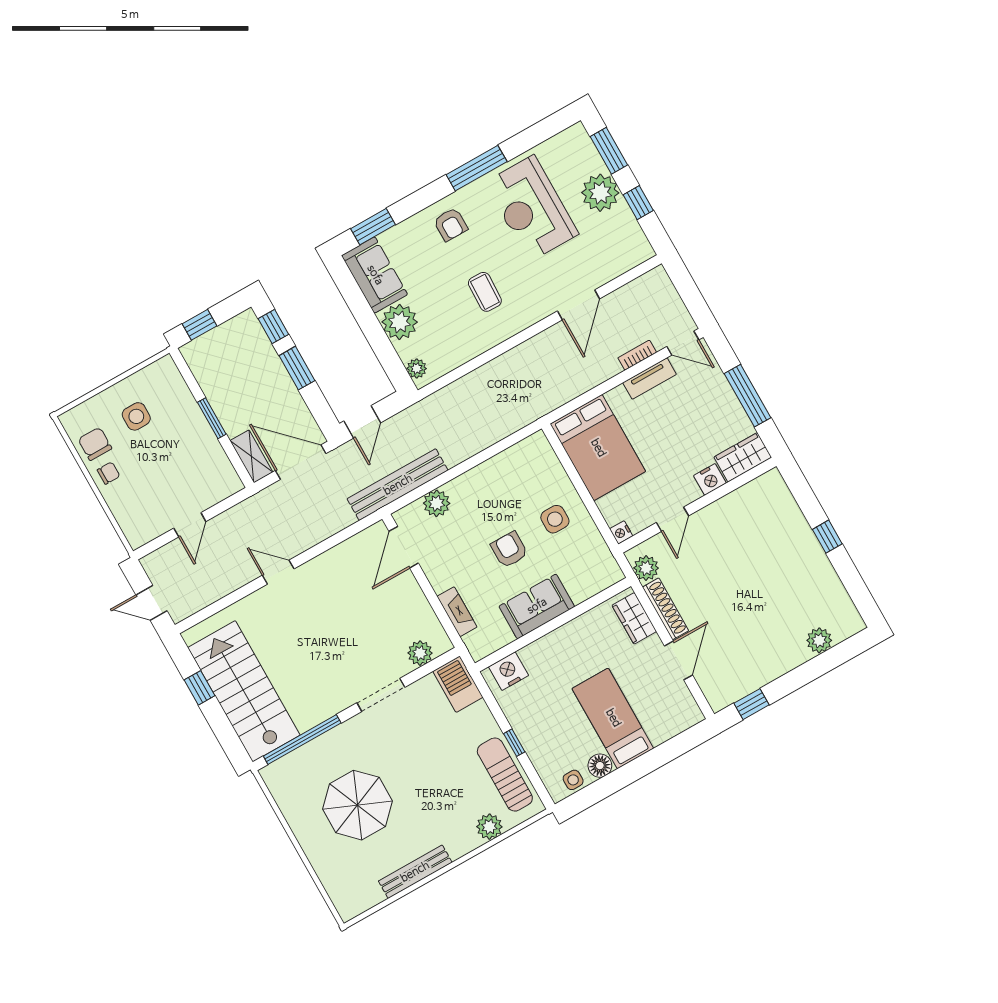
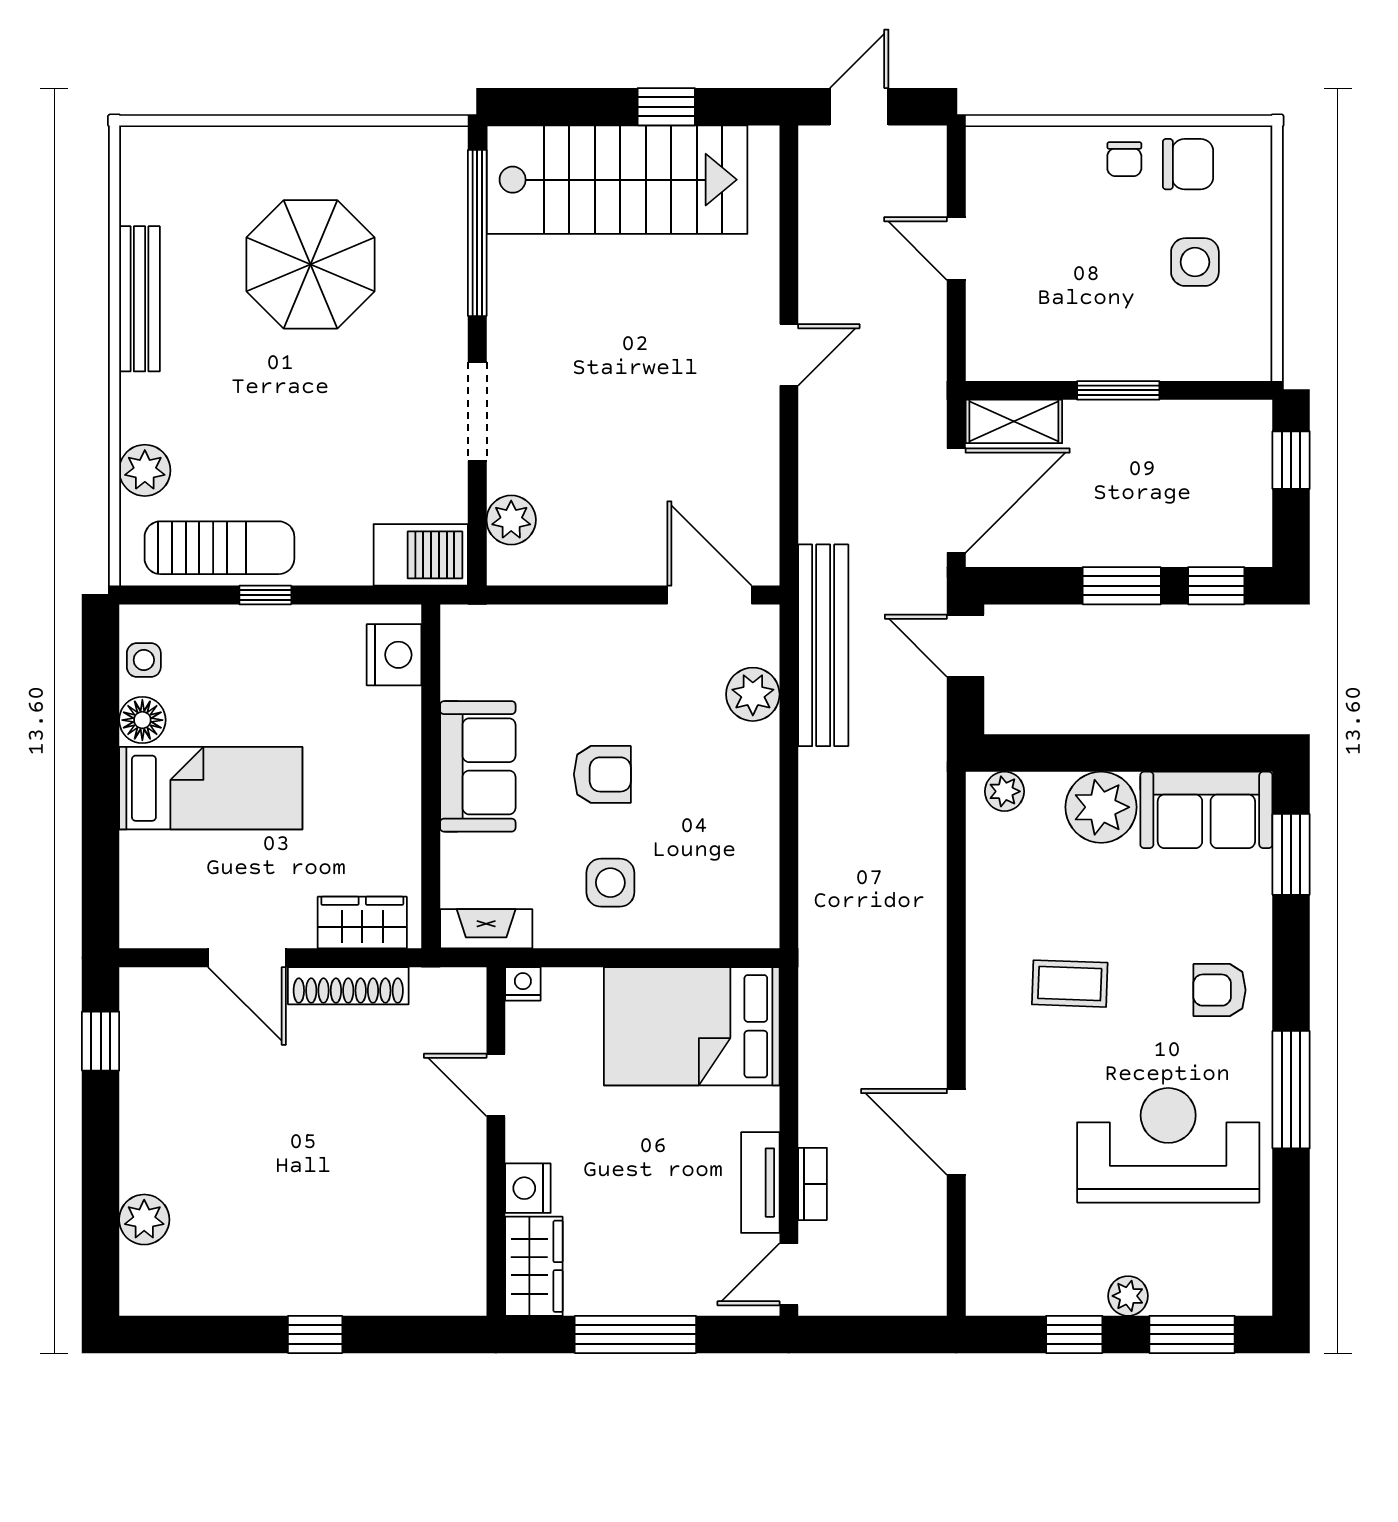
plant: (600, 193) -> (1128, 1296), width x0.53, depth x0.53
plant: (646, 568) -> (437, 992), removed
fireplace: (457, 612) -> (486, 929), moved, turned 180

